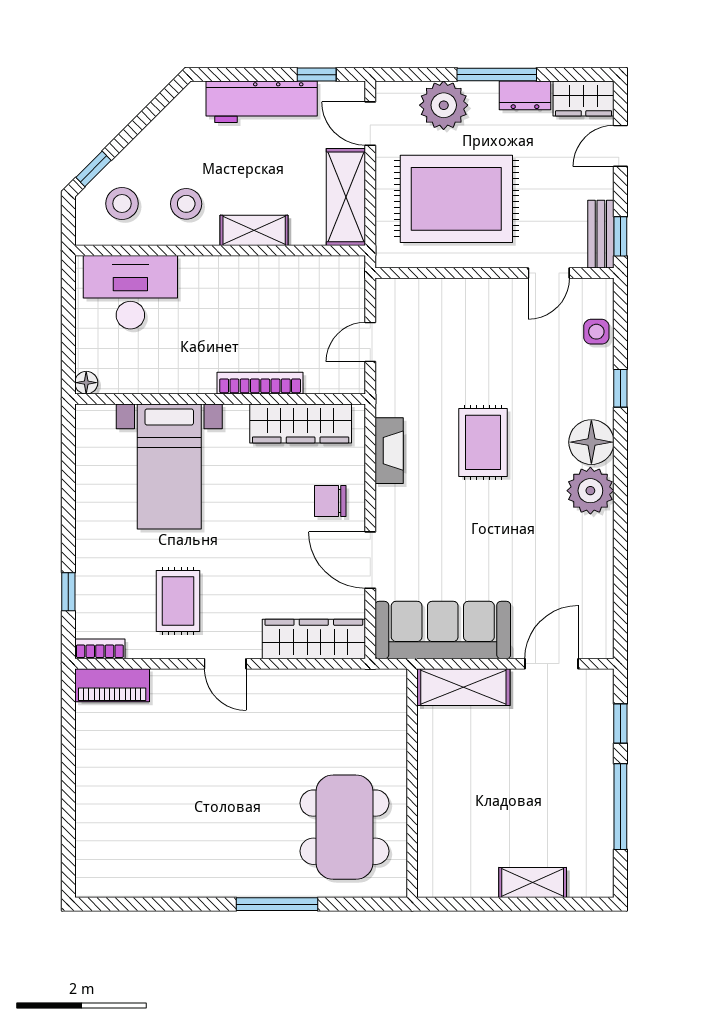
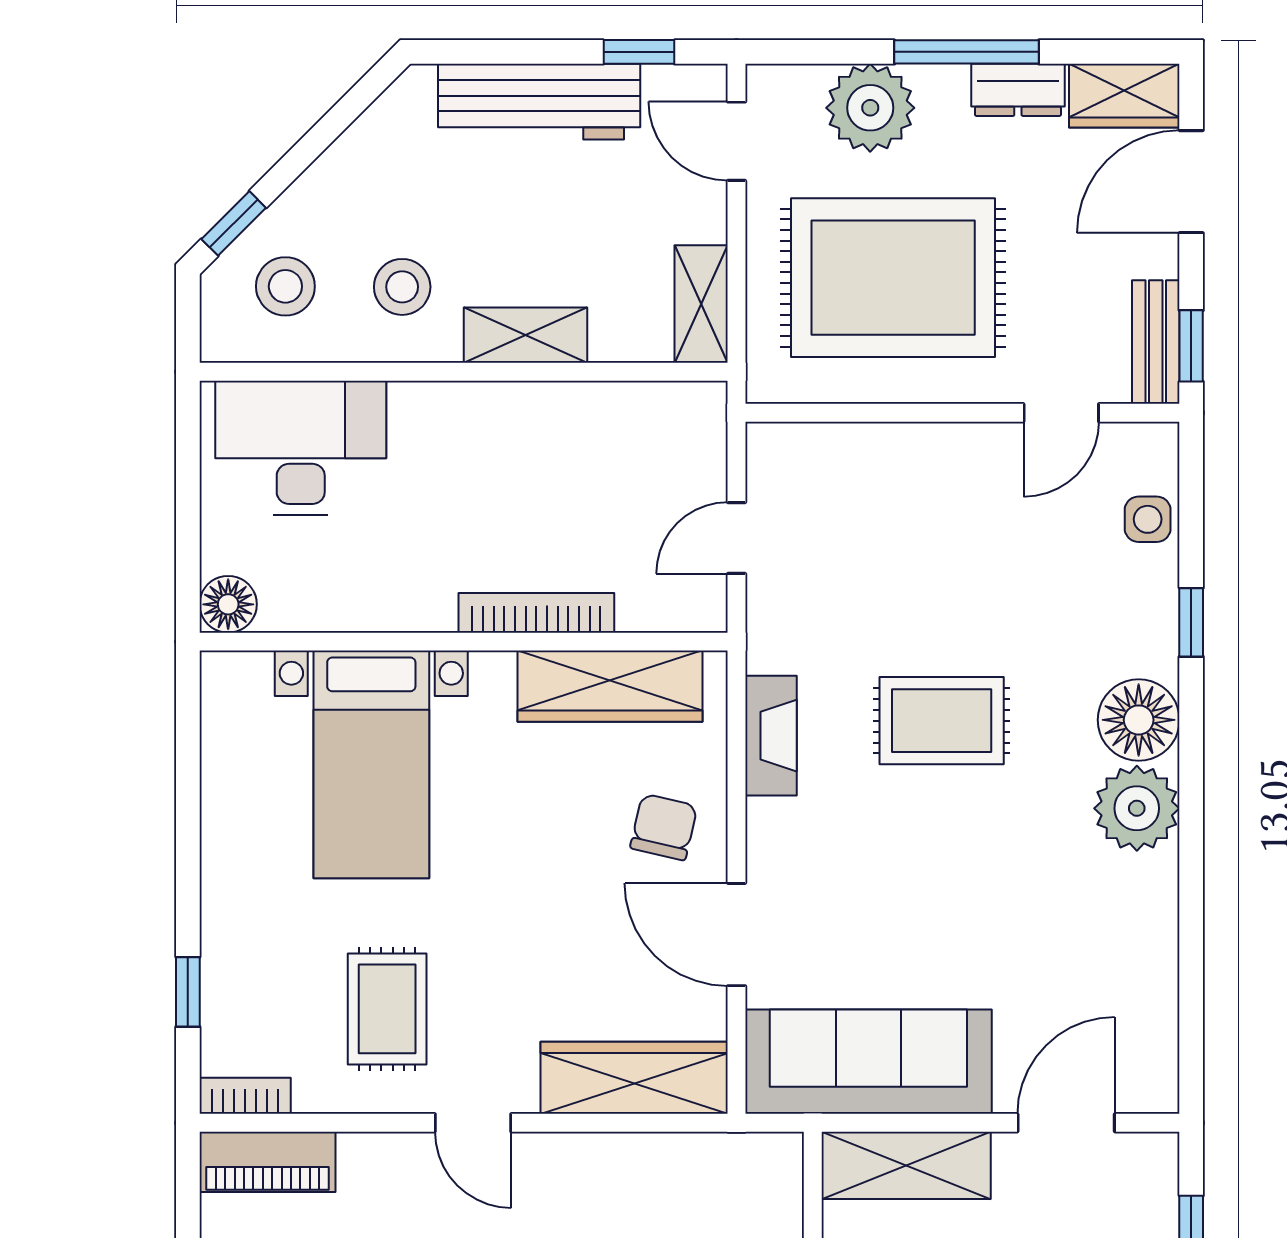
door: (620, 146) -> (1191, 182), width x1.38
shelving: (346, 197) -> (701, 304), width x0.67, depth x0.75
floor lamp: (86, 383) -> (228, 604), width x1.37, depth x1.37
rug: (483, 442) -> (942, 721), turned 90
chair: (330, 501) -> (664, 827), turned 103

